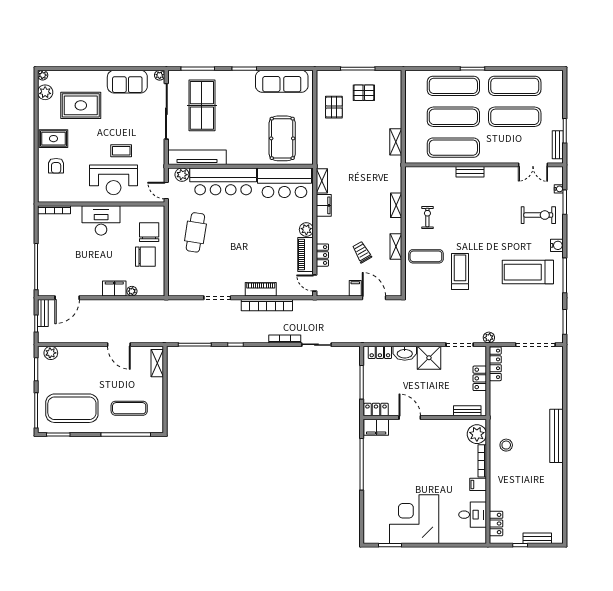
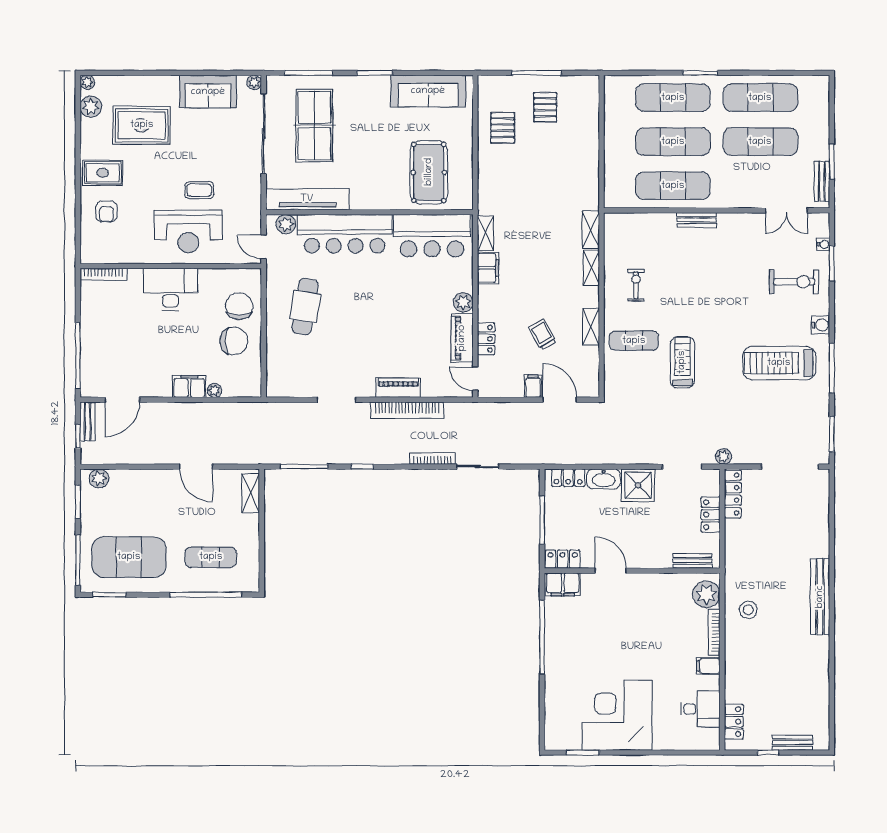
pallet: (364, 93) -> (545, 107), turned 90
shelving: (396, 142) -> (591, 230), moved

